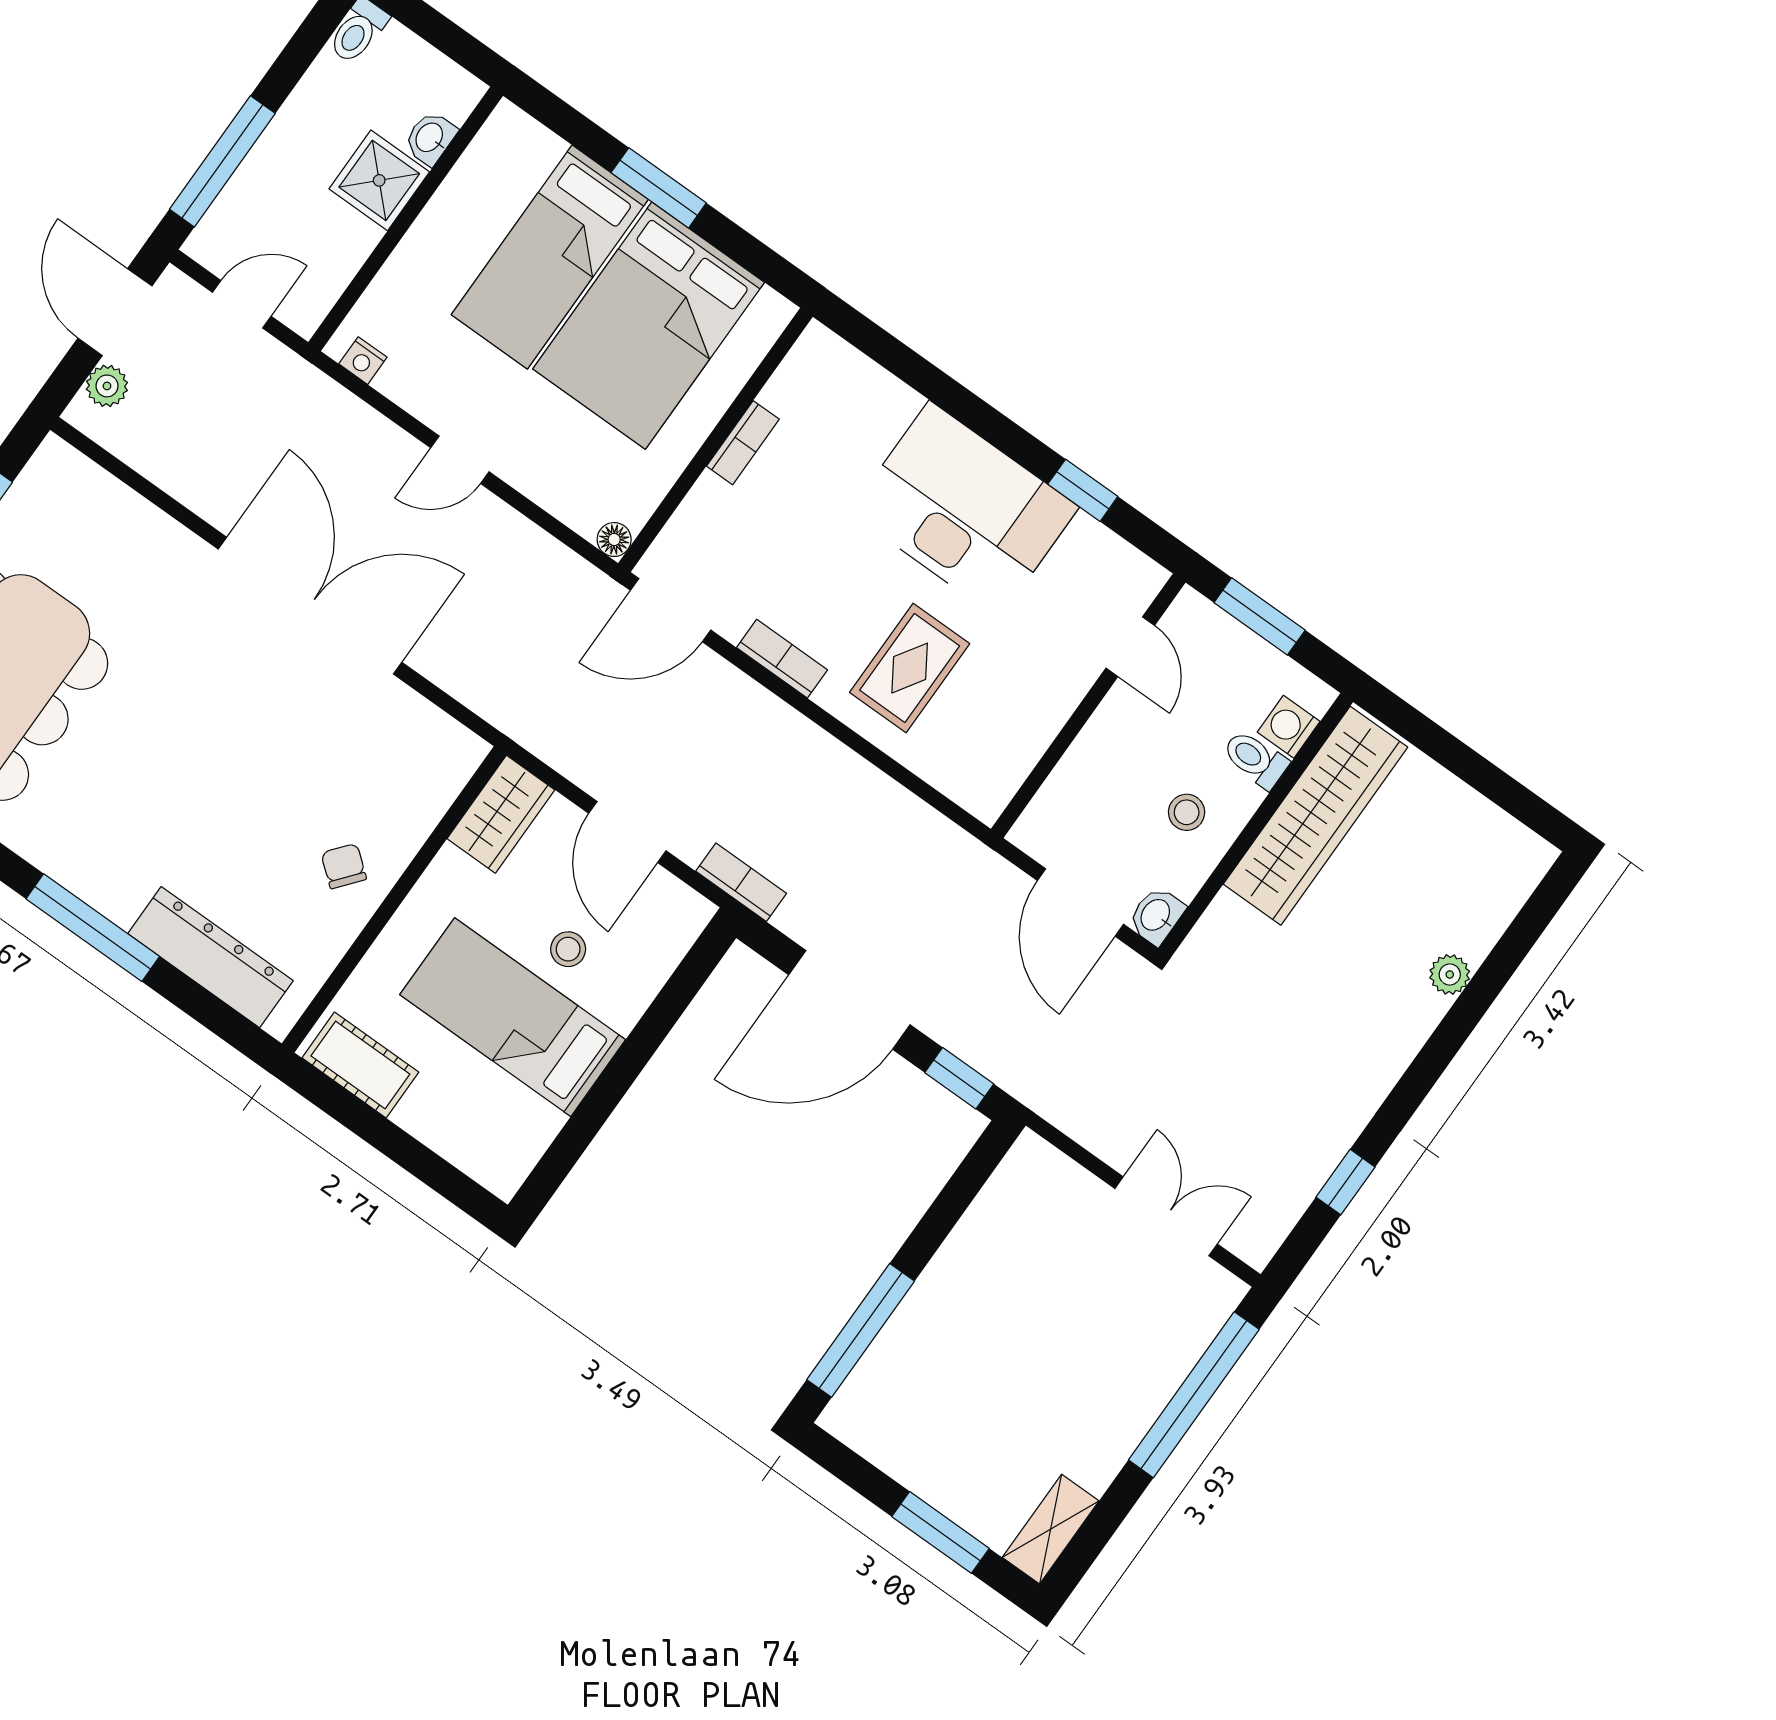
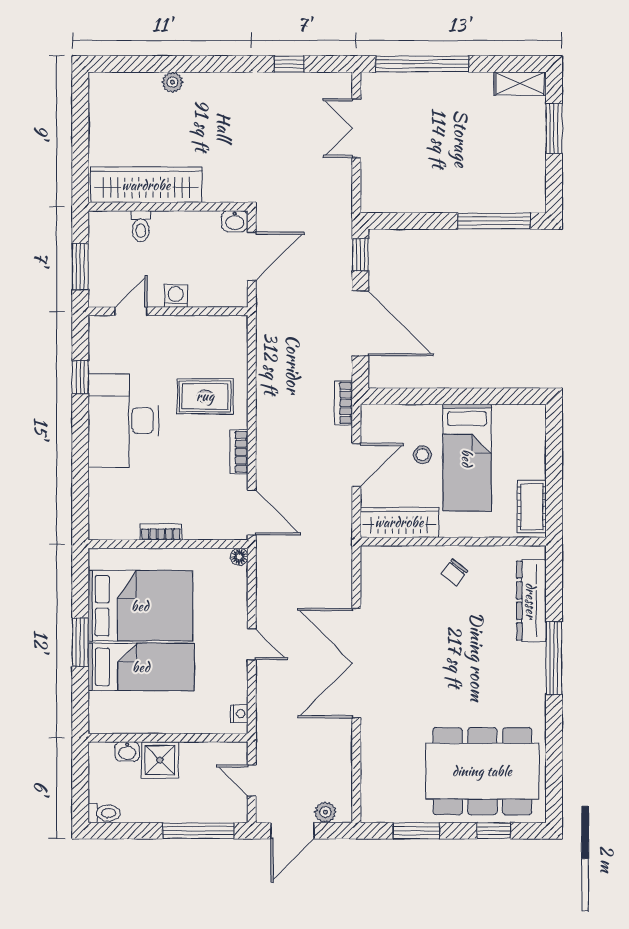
washing machine: (1289, 727) -> (176, 296), moved, turned 180
stool: (1187, 812) -> (183, 239), removed
wardrobe: (501, 814) -> (399, 522), width x1.50

